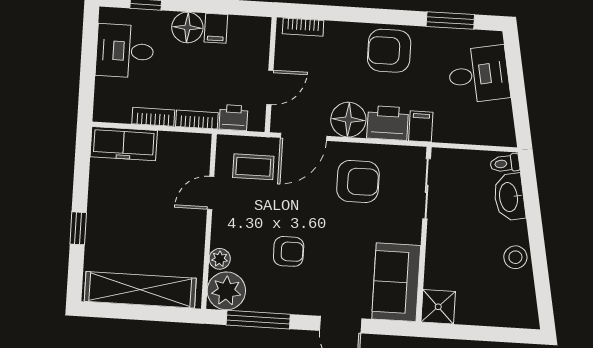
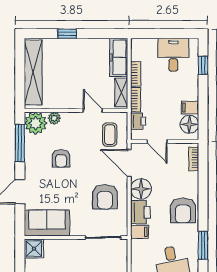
floor lamp: (187, 27) -> (189, 124), moved
armchair: (389, 51) -> (183, 210), turned 180
shelving: (183, 143) -> (121, 92), added

